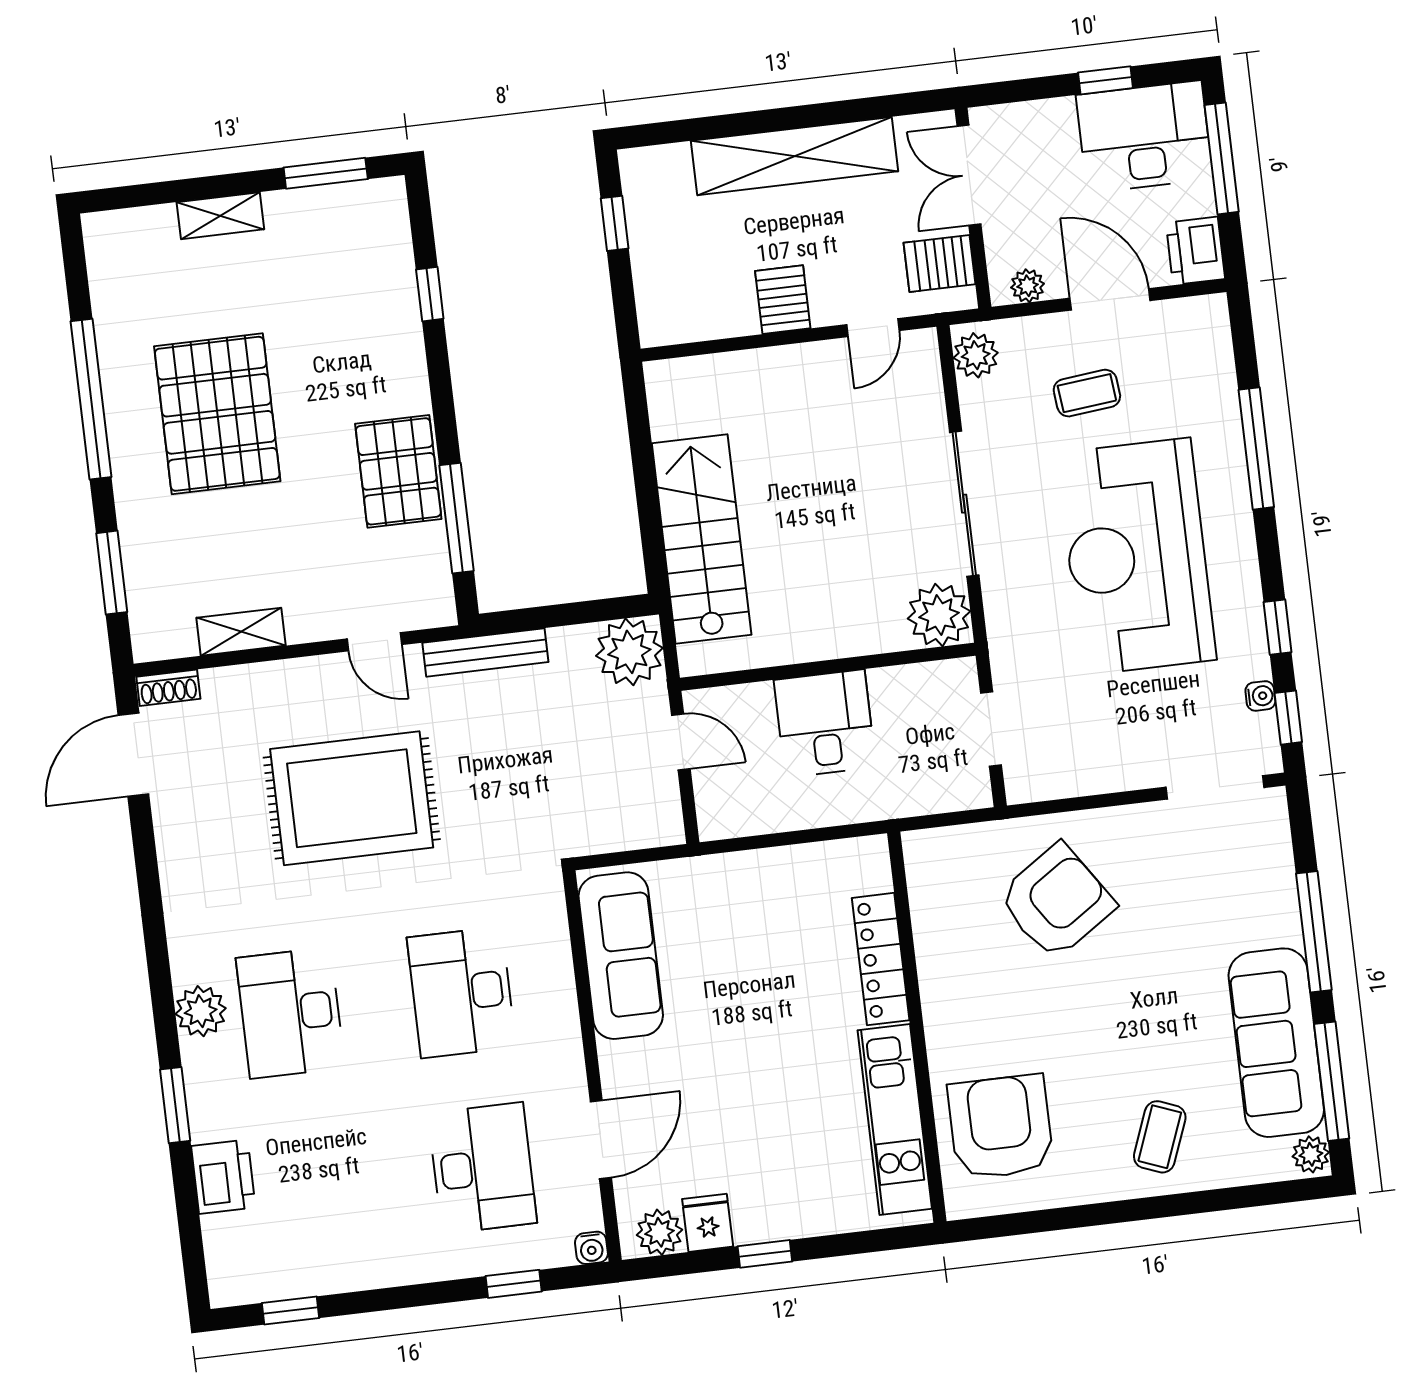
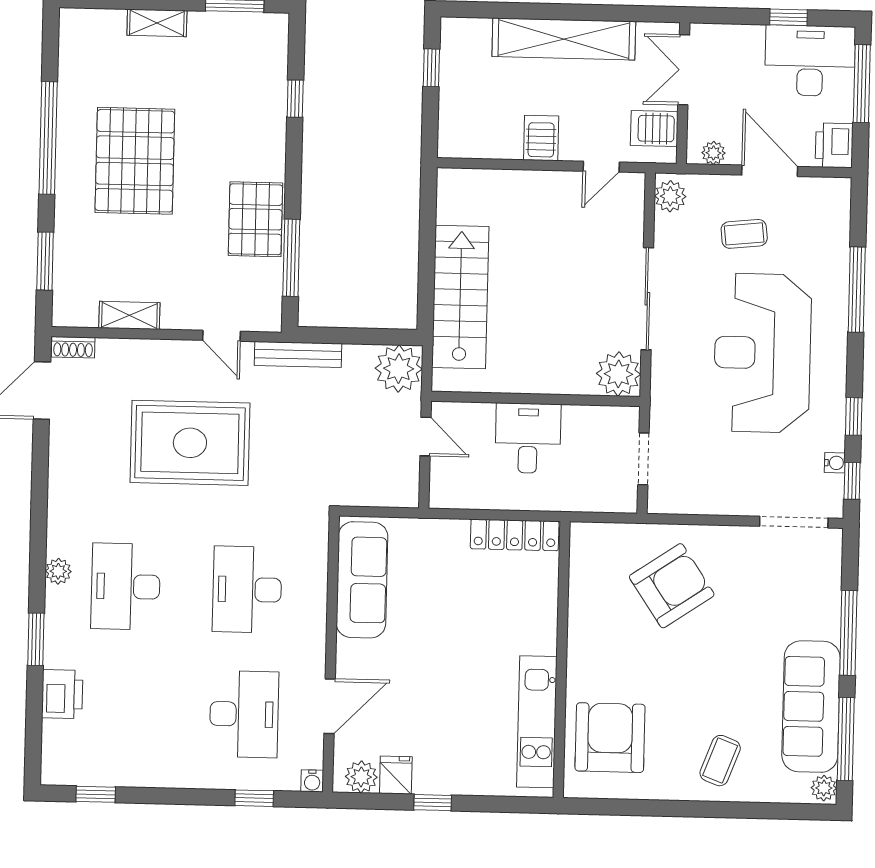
locker: (881, 959) -> (515, 535), moved, turned -90
plant: (201, 1011) -> (58, 571), width x0.73, depth x0.73

